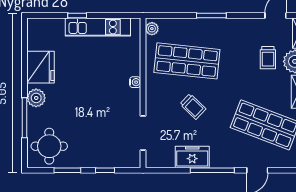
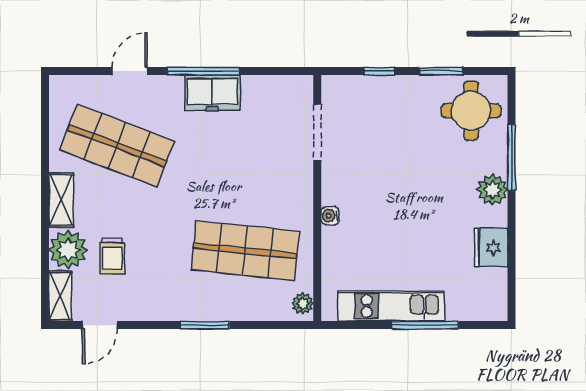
window: (77, 16) -> (425, 325), width x2.17
trolley: (268, 58) -> (112, 256), turned 180
fridge: (41, 67) -> (491, 247), width x0.73, depth x0.75
trolley: (193, 106) -> (235, 176), removed
freezer: (192, 157) -> (212, 93), moved

